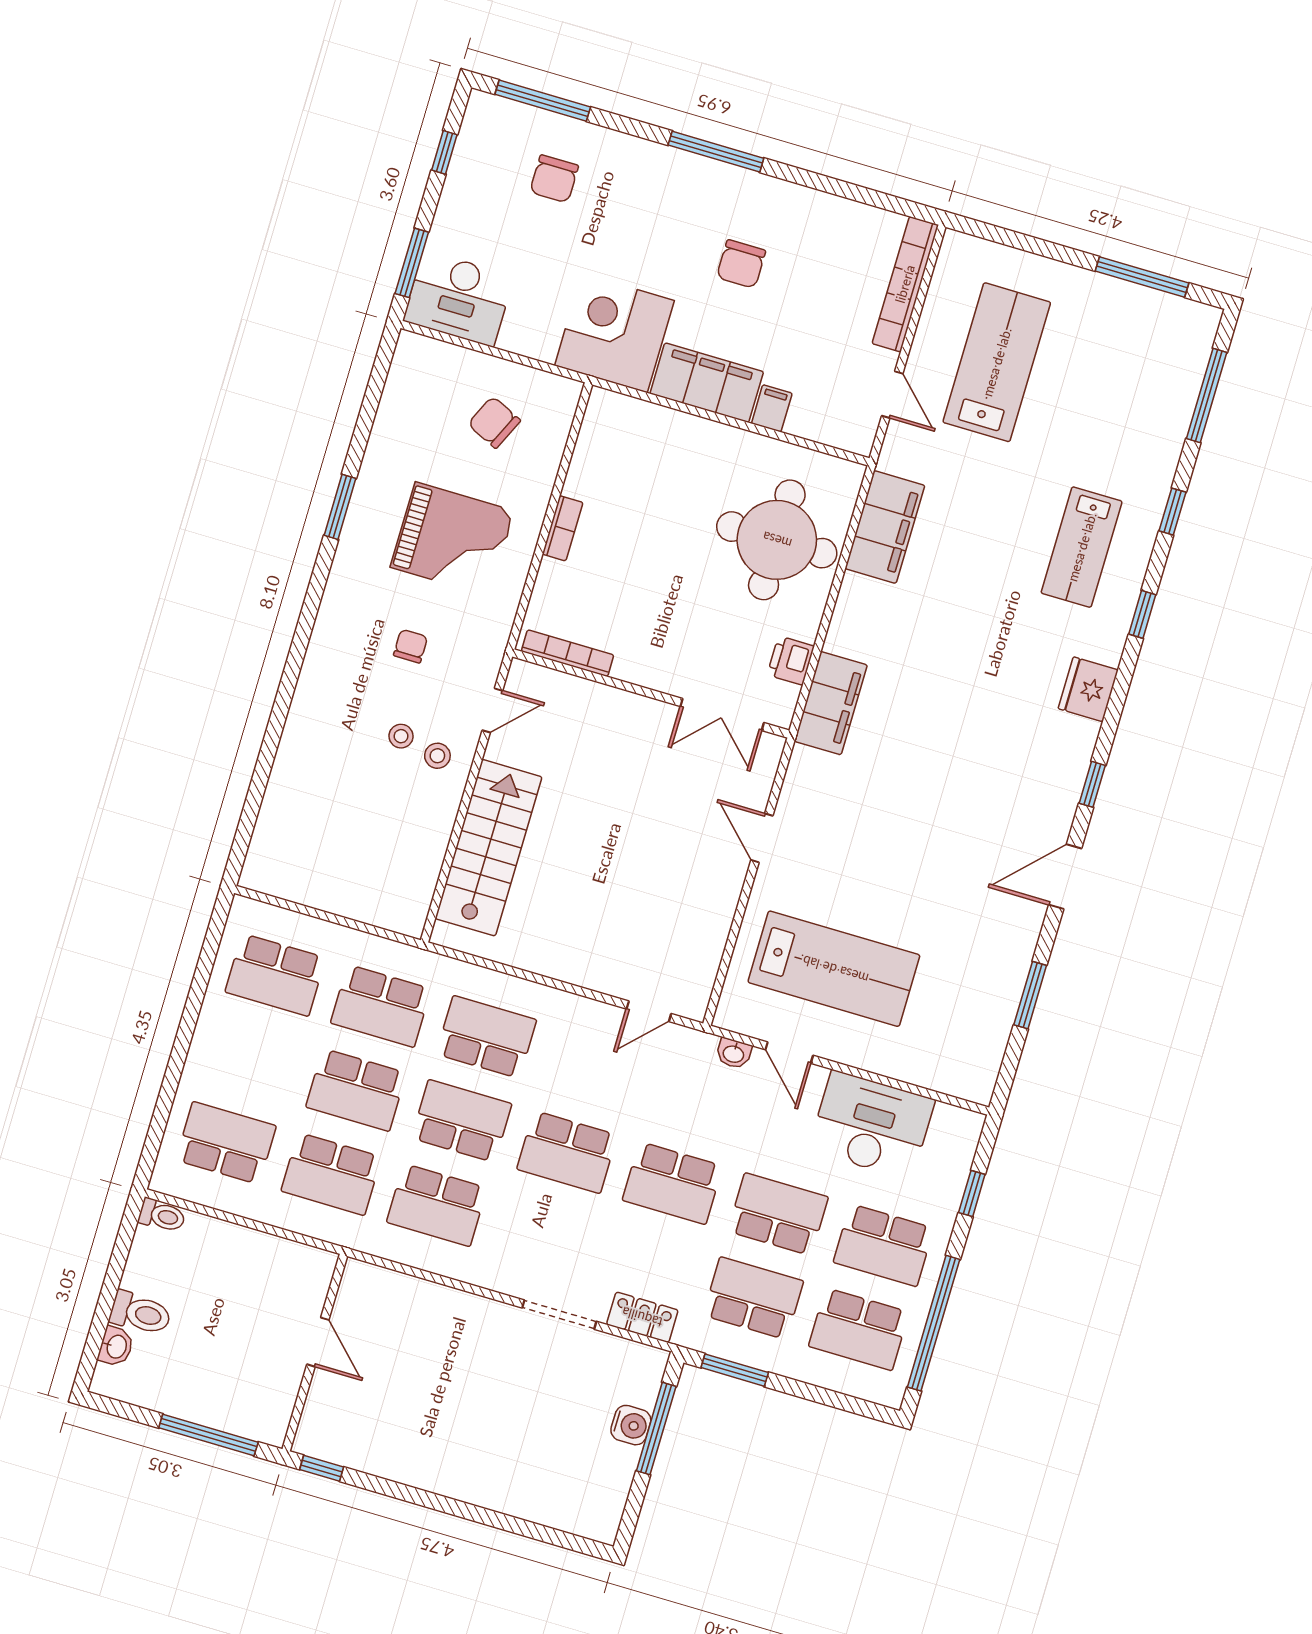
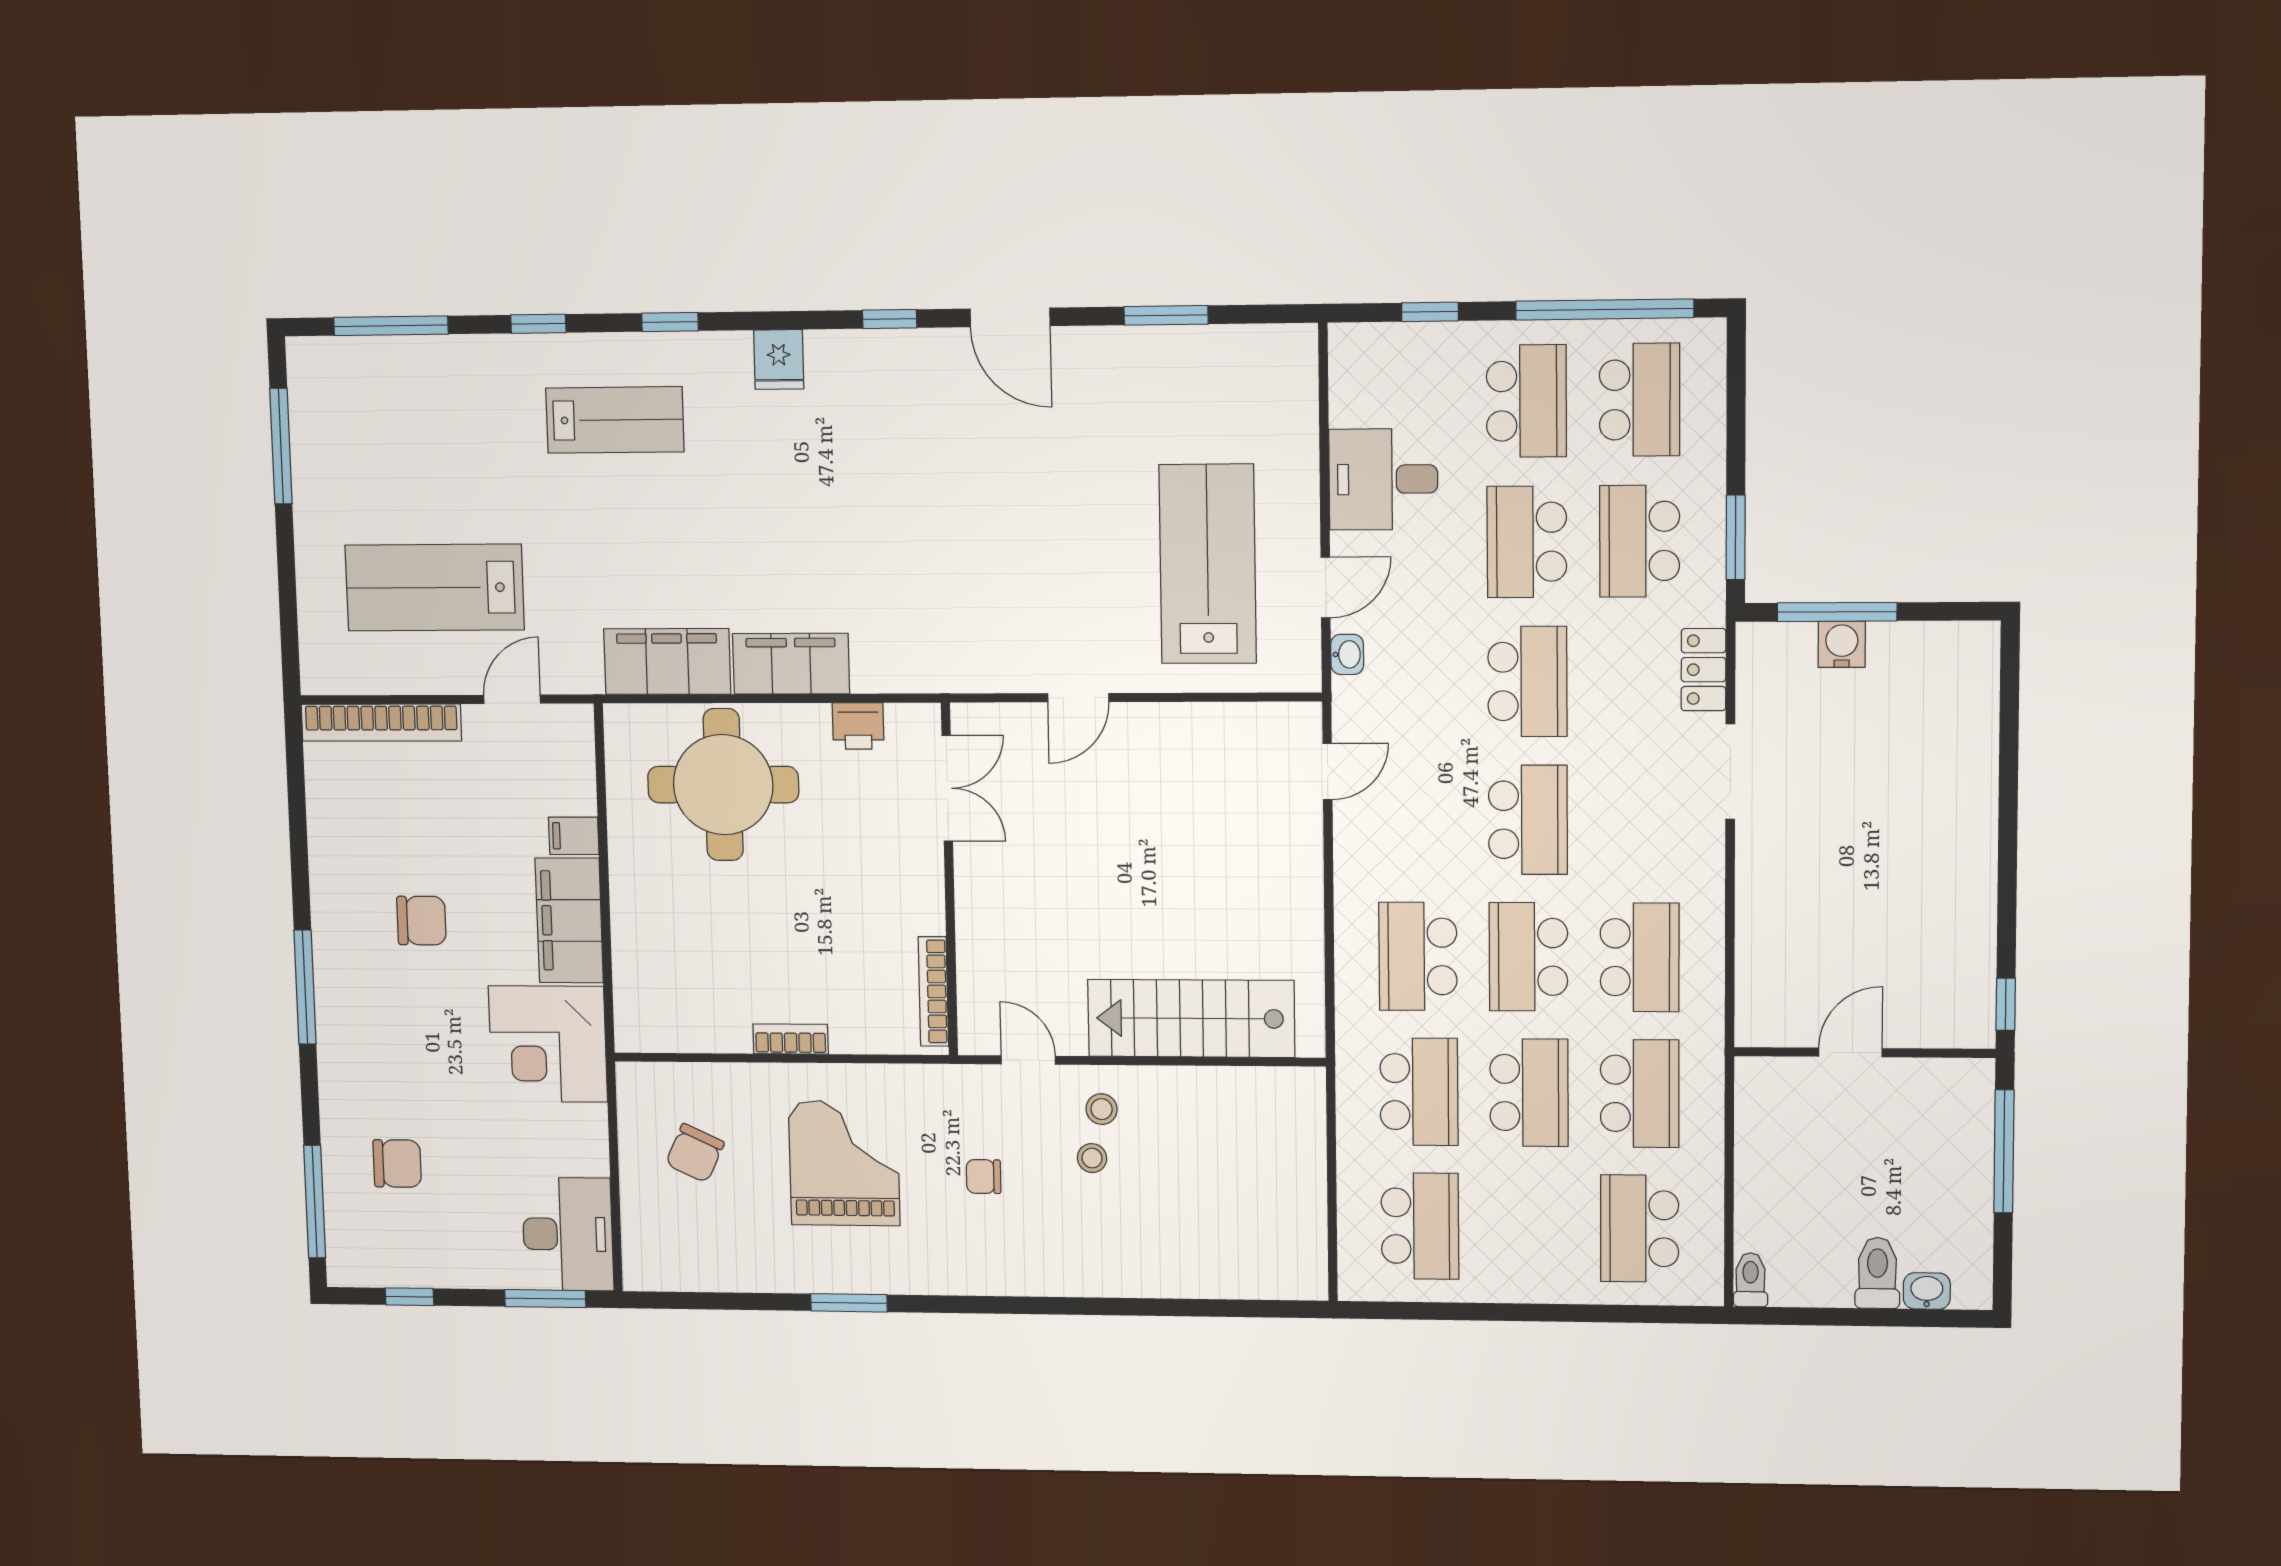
fridge: (1088, 689) -> (779, 359), width x0.72
filing cabinet: (831, 703) -> (791, 664), moved
door: (649, 1011) -> (1327, 771), hinge flipped
desk: (872, 1125) -> (1383, 479), width x0.73

